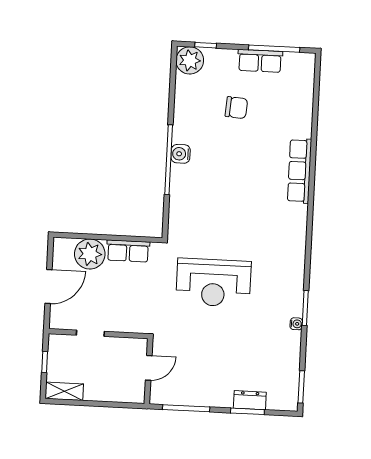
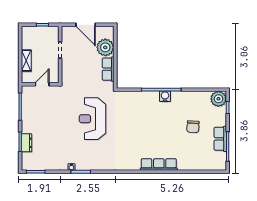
door: (149, 368) -> (42, 84), swing flipped
shelving: (64, 391) -> (26, 61), moved

